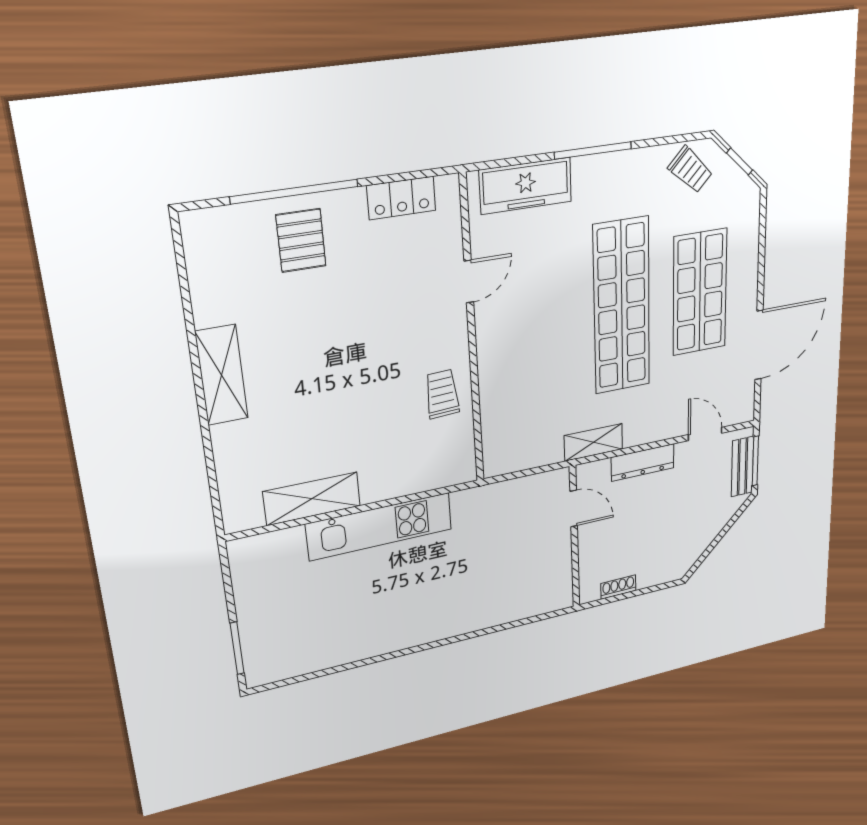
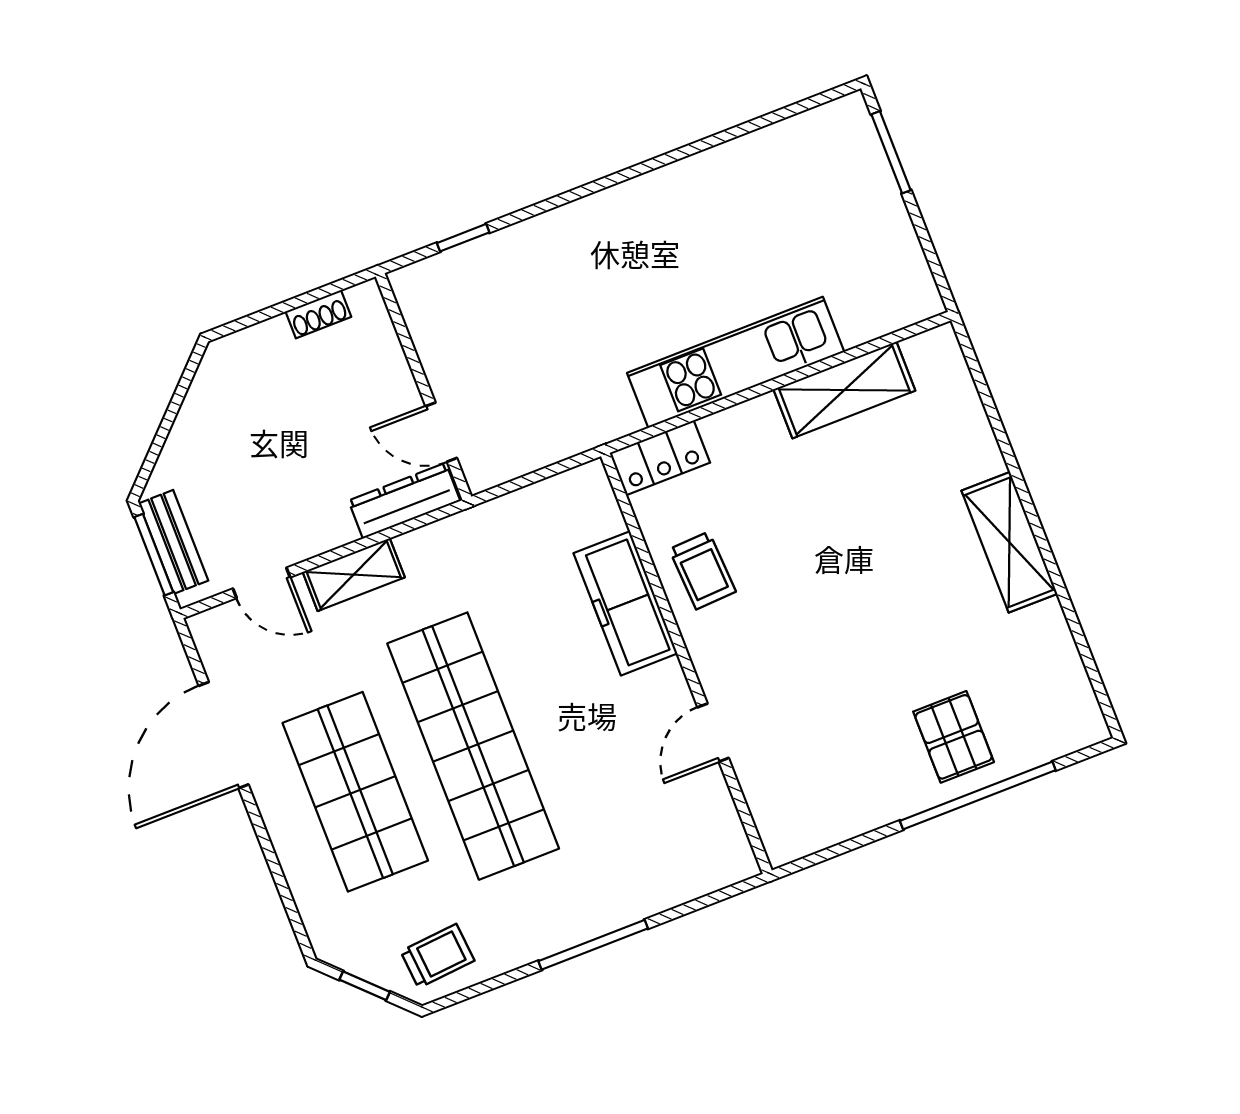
trolley: (690, 170) -> (437, 956), turned 131
freezer: (526, 186) -> (625, 603), moved, turned -90
locker: (401, 198) -> (660, 458), moved, turned 180
shelving: (593, 442) -> (354, 575), moved
dresser: (643, 463) -> (404, 501), moved
window: (522, 622) -> (463, 238), added

